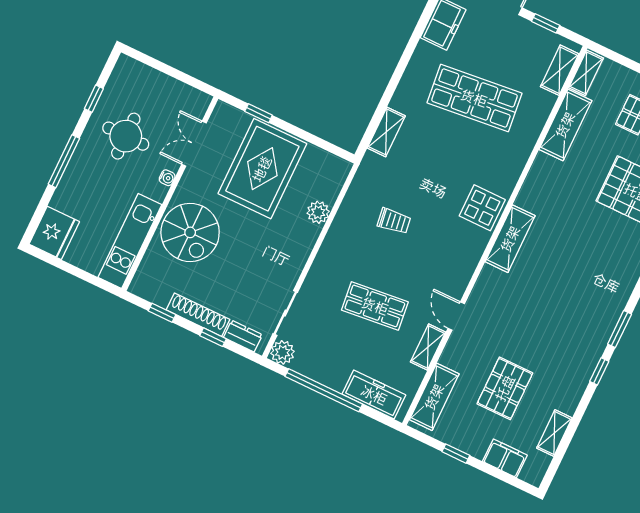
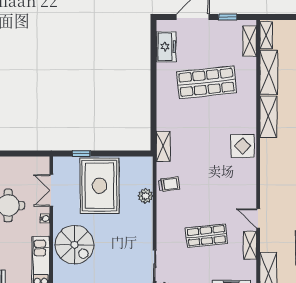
shelving: (386, 132) -> (163, 146), moved
trolley: (394, 221) -> (169, 184), moved
shelving: (510, 239) -> (268, 117), moved

